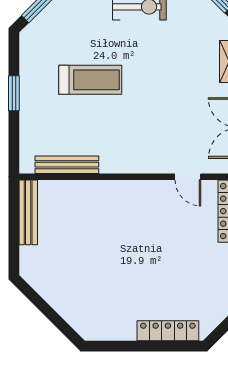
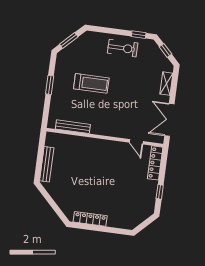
bench: (28, 212) -> (47, 164), moved
locker: (168, 331) -> (90, 219), moved

